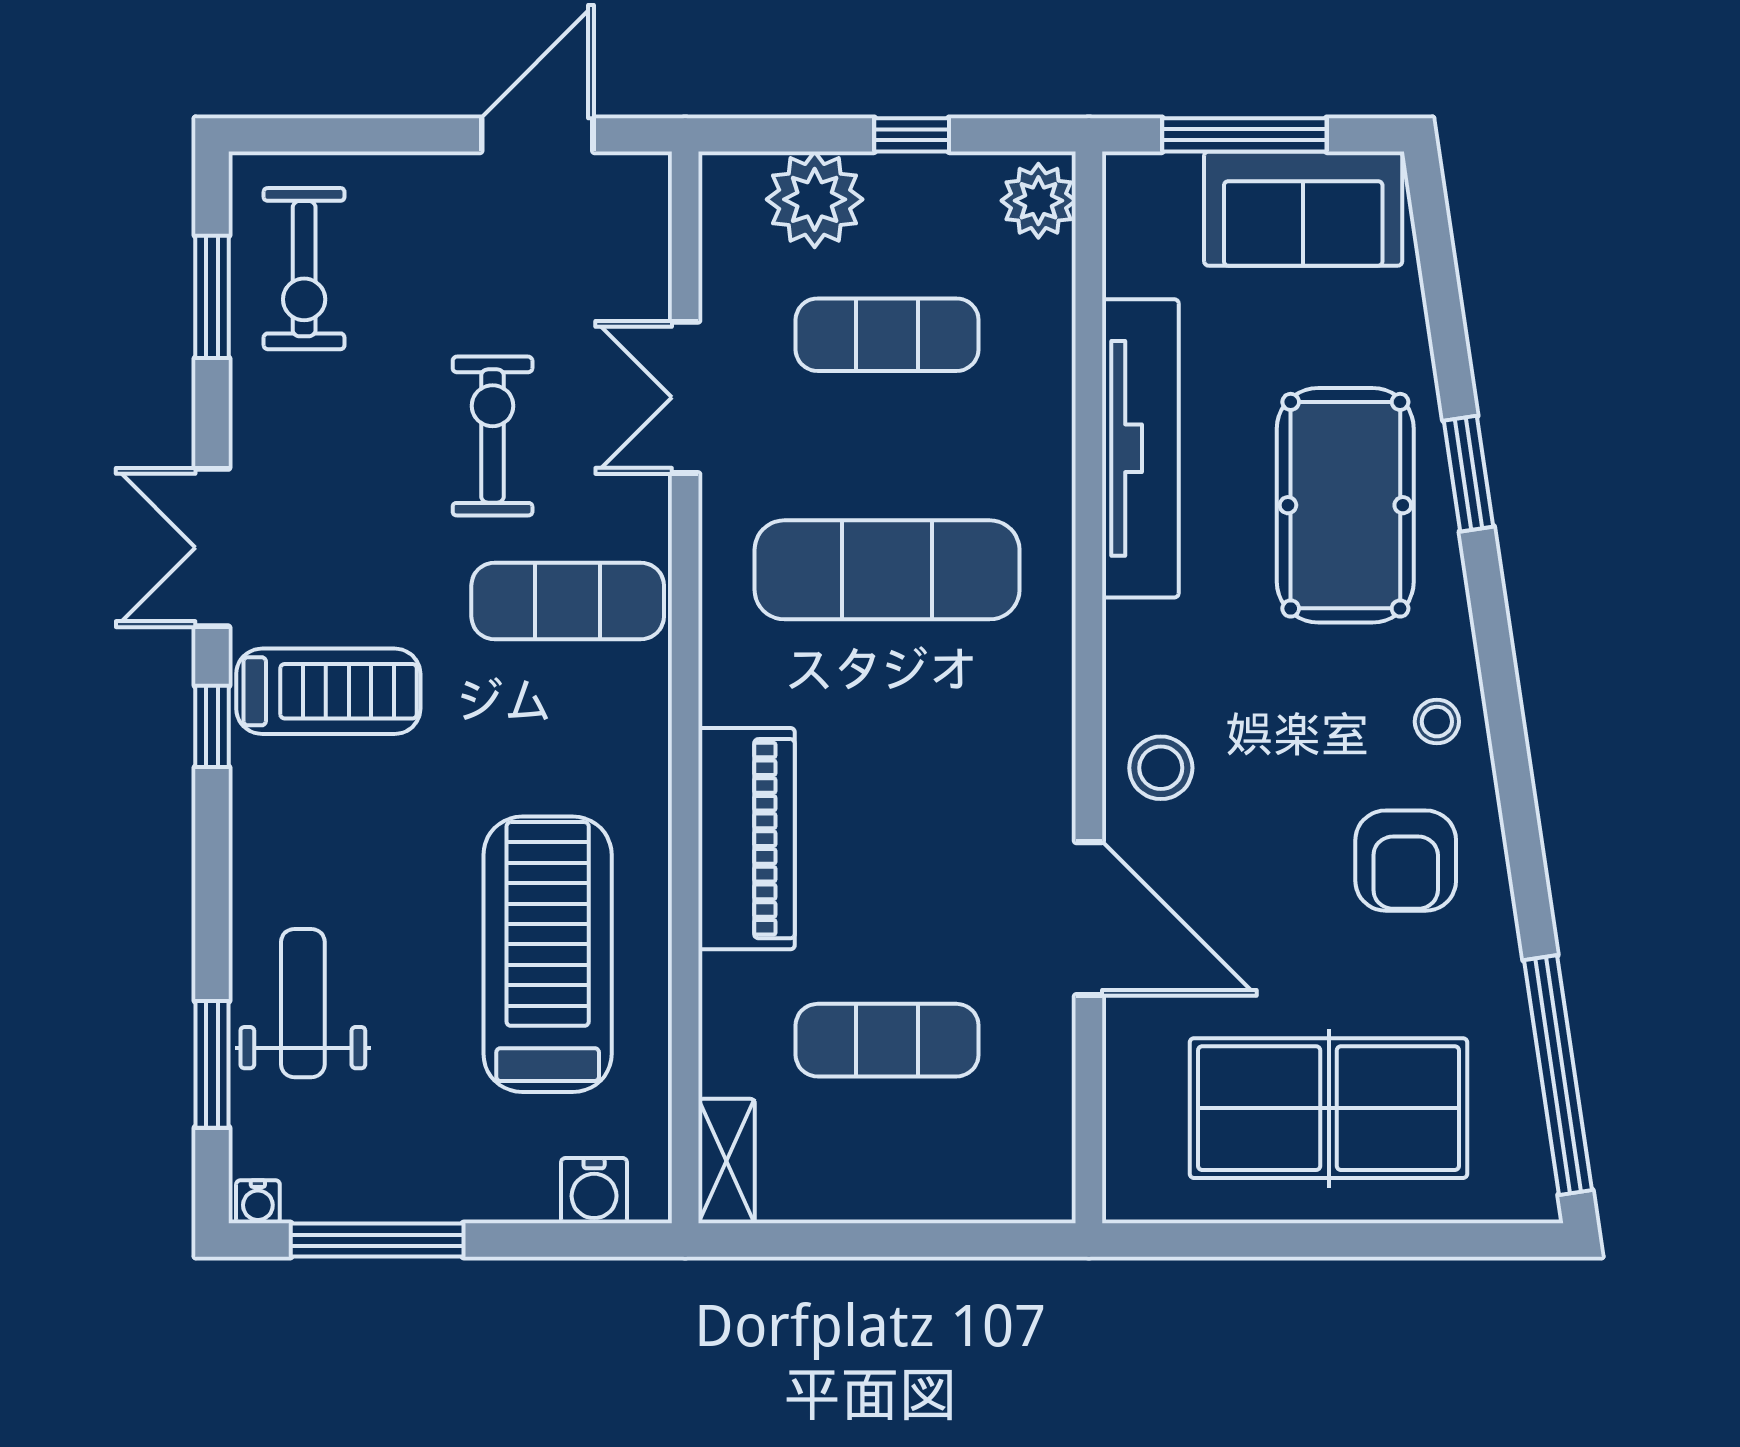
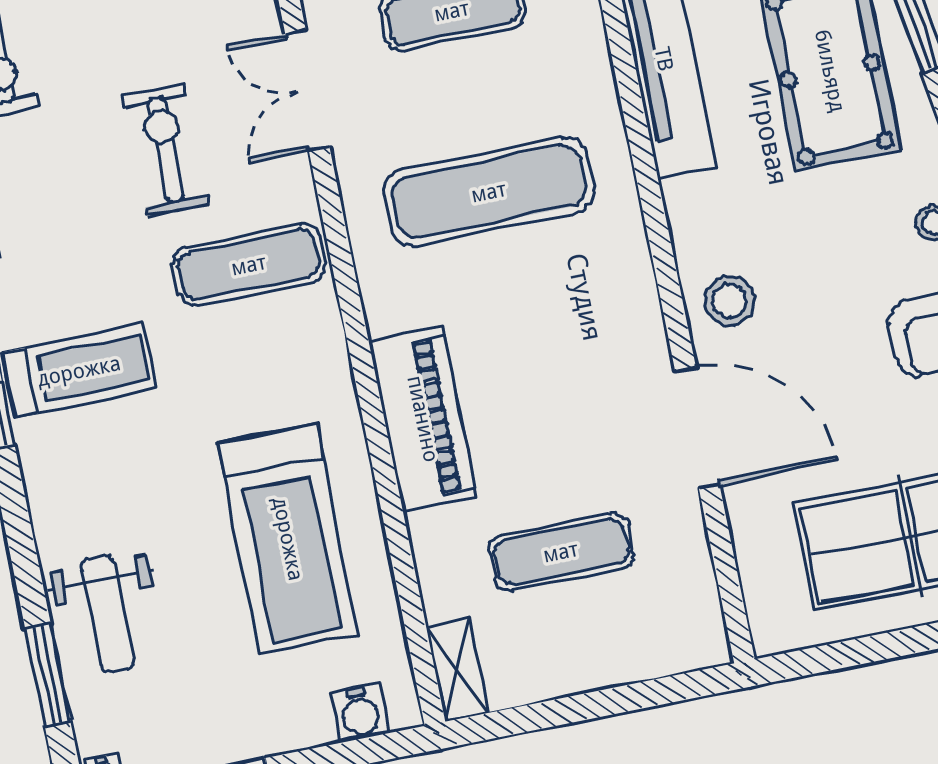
treadmill: (548, 954) -> (288, 539), turned 180
weight bench: (303, 1003) -> (108, 614), turned 180

